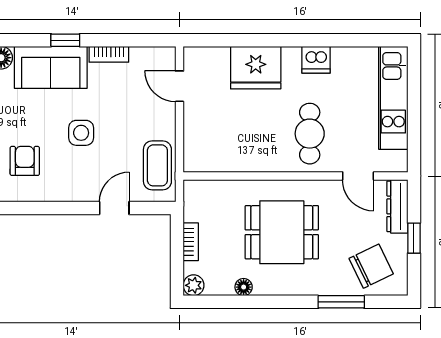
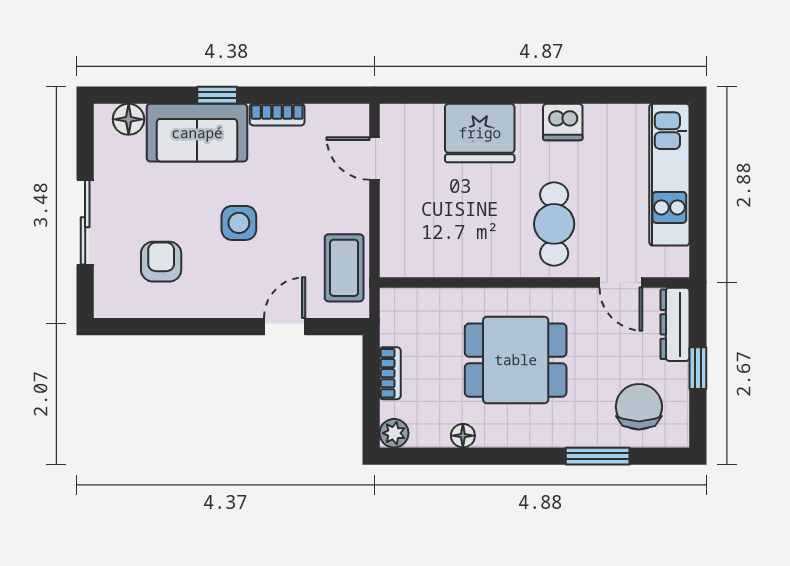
chair: (371, 266) -> (639, 407), turned -64

